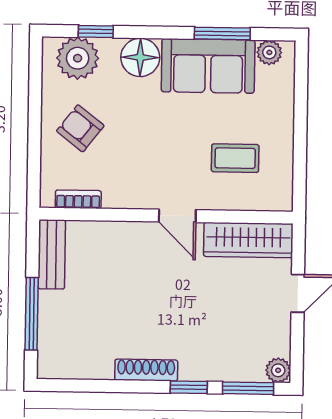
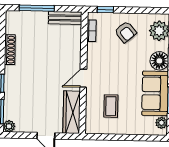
armchair: (80, 128) -> (126, 32), turned 102
window: (34, 171) -> (105, 10), added
shoe rack: (146, 370) -> (10, 50), moved

